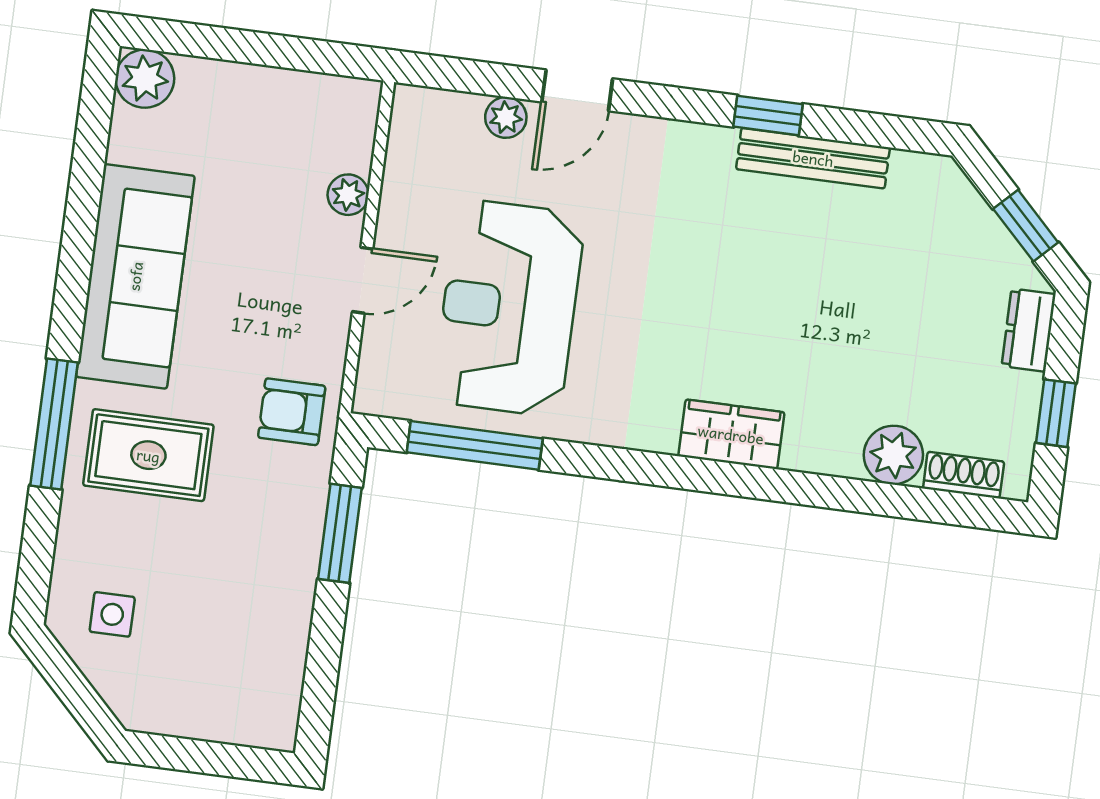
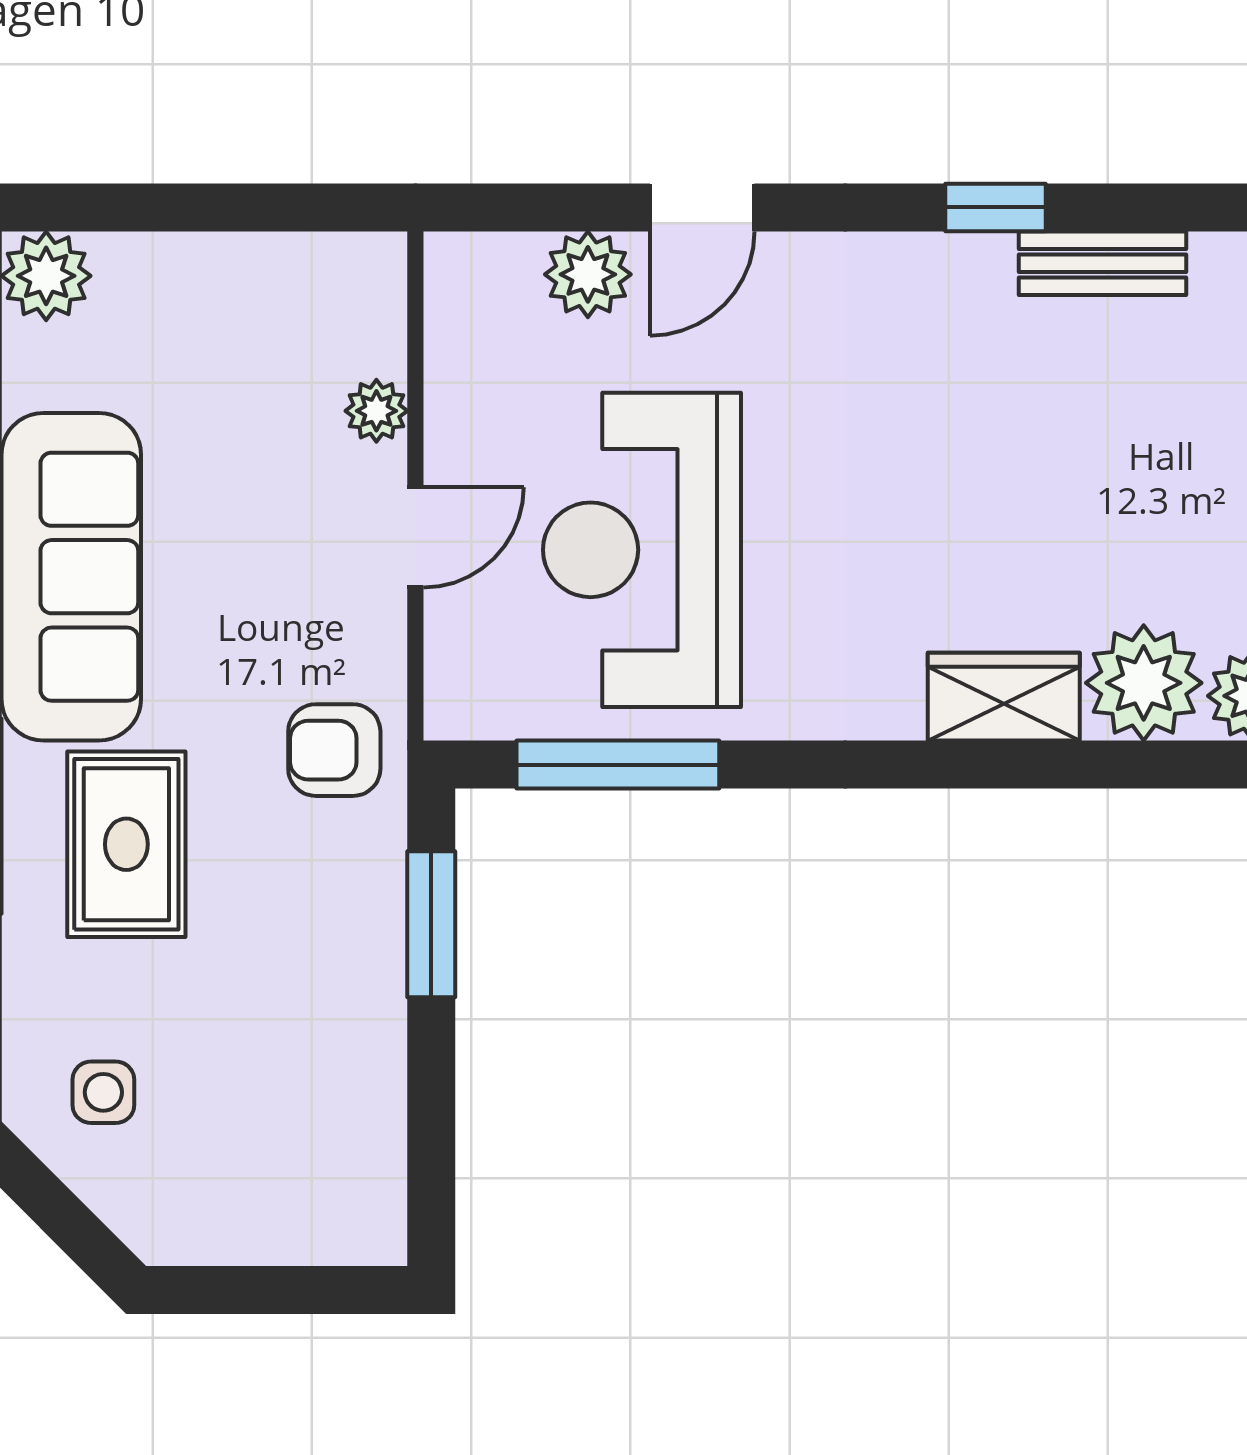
plant: (506, 117) -> (588, 274), width x1.38, depth x1.38
bench: (813, 158) -> (1102, 263), width x0.73
plant: (824, 437) -> (1144, 683), added
rug: (148, 455) -> (126, 844), turned 90

